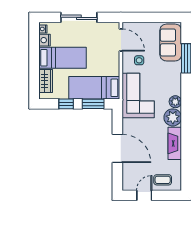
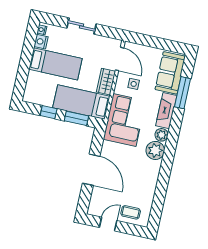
sliding door: (79, 17) -> (81, 26), width x0.73
wardrobe: (46, 81) -> (106, 82), moved, turned 180
fireplace: (175, 143) -> (166, 111), moved

